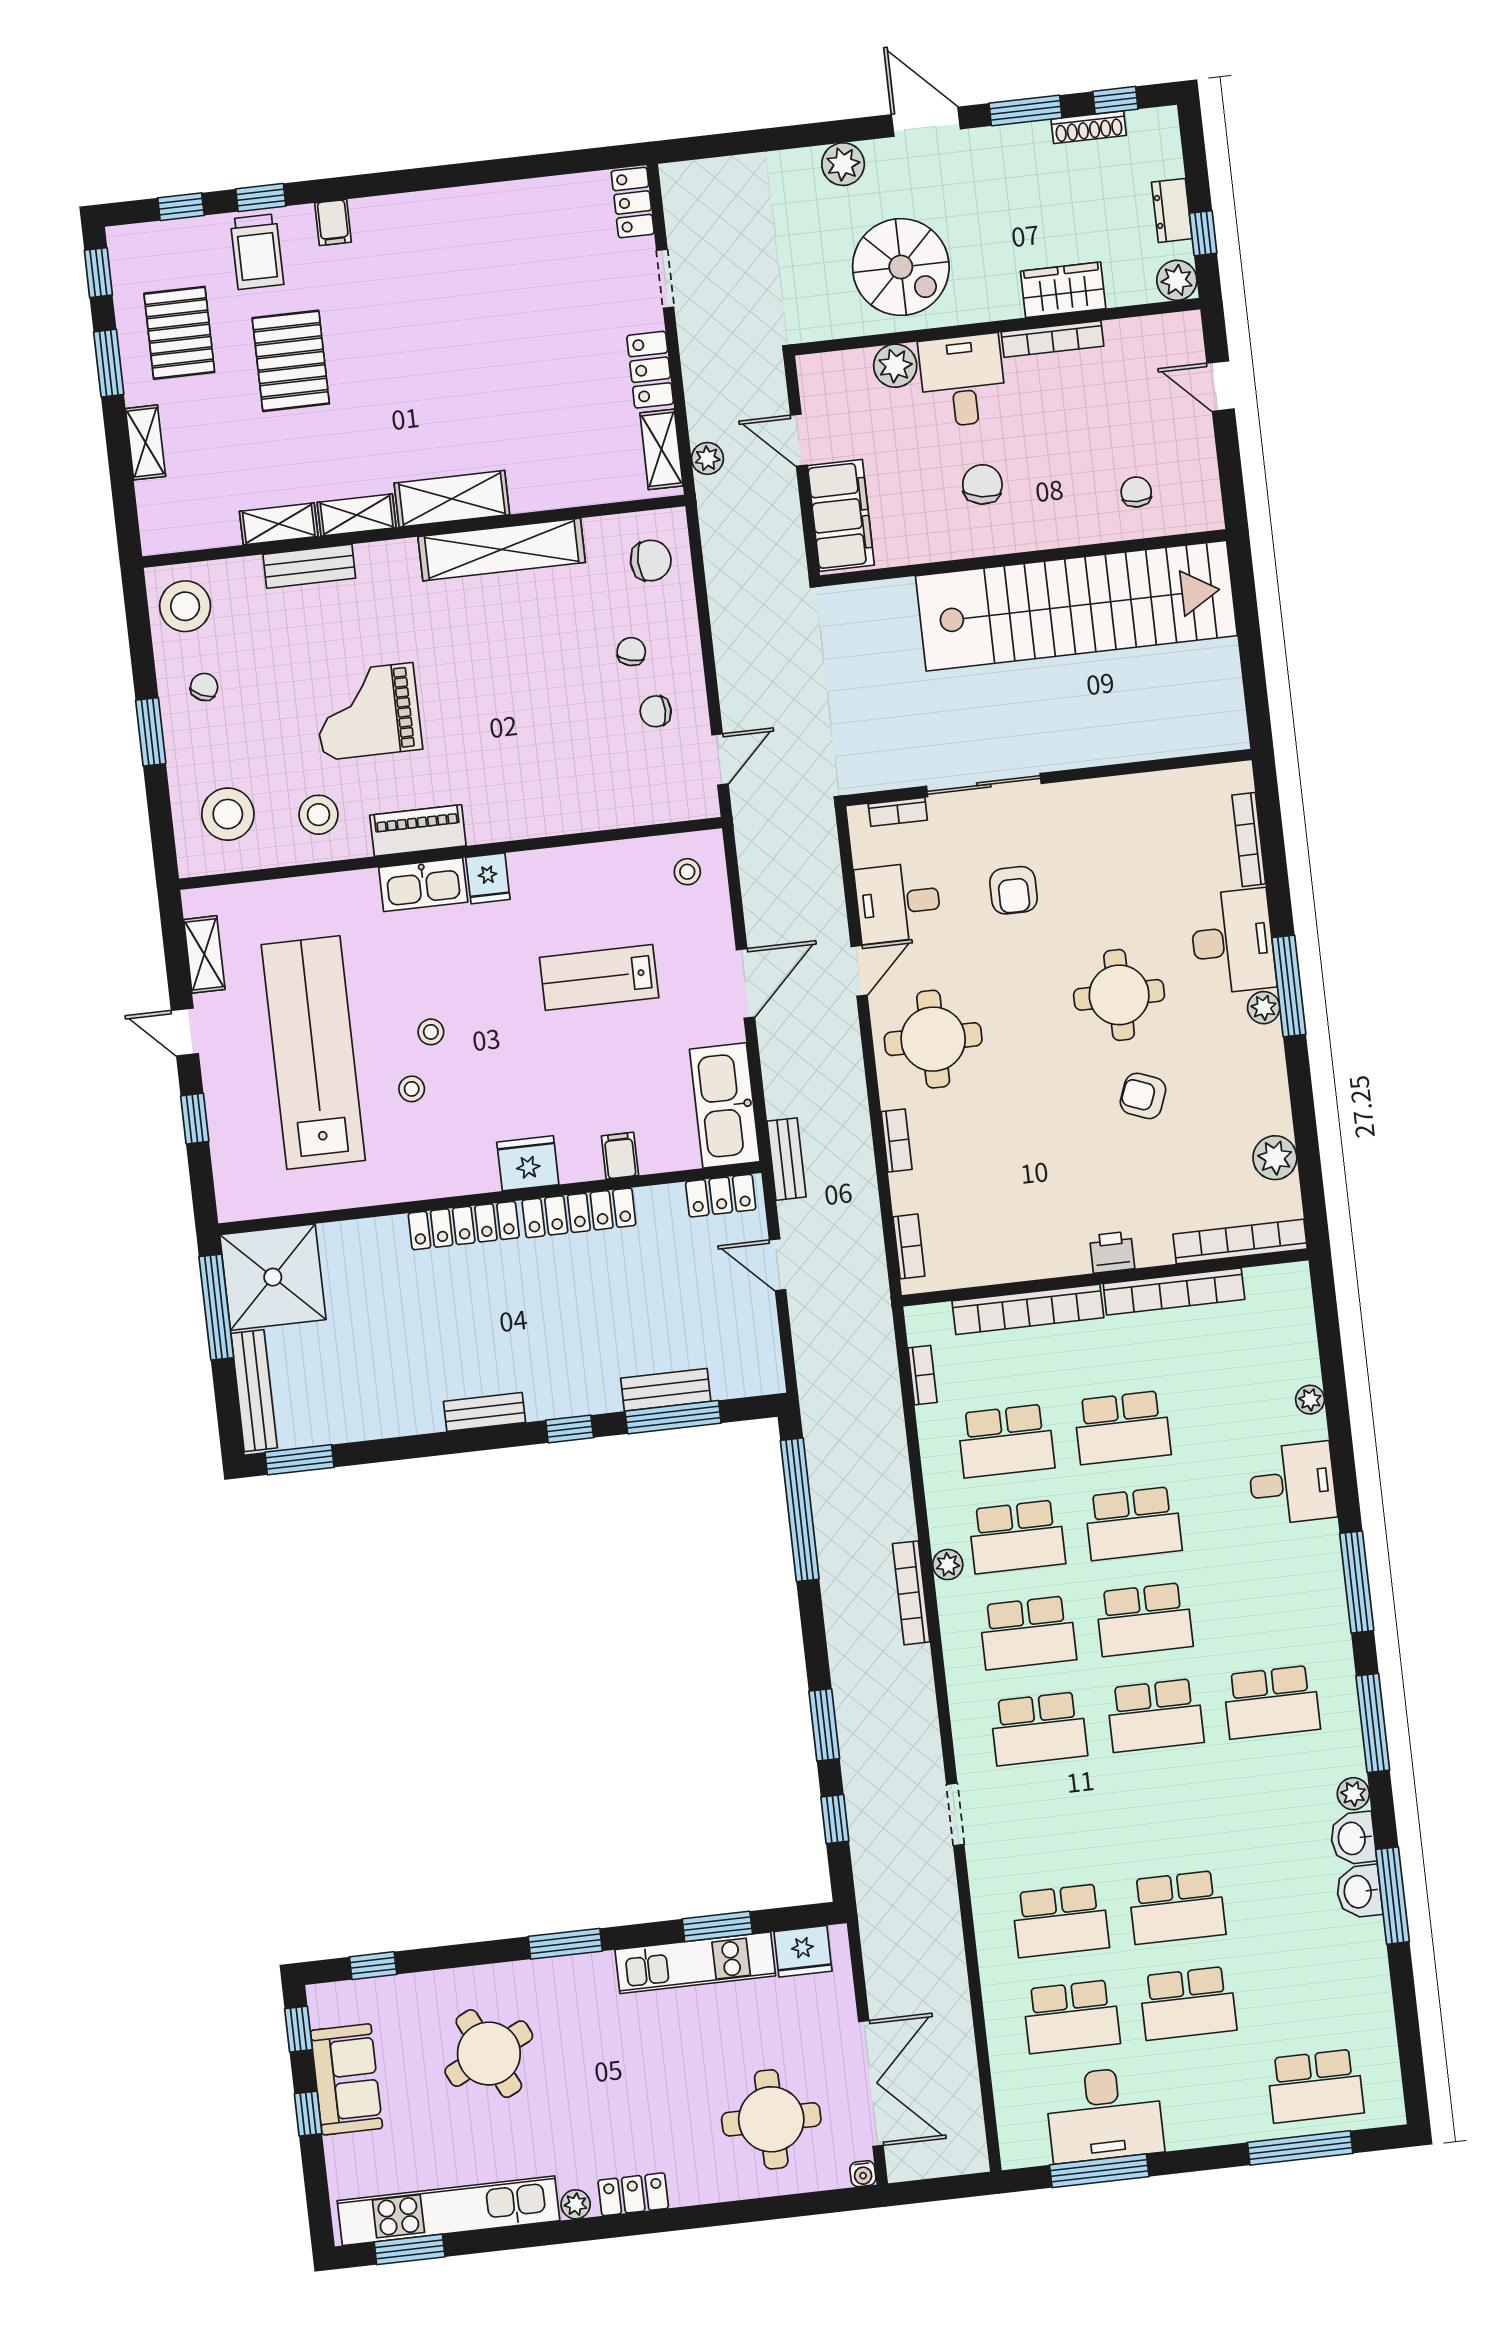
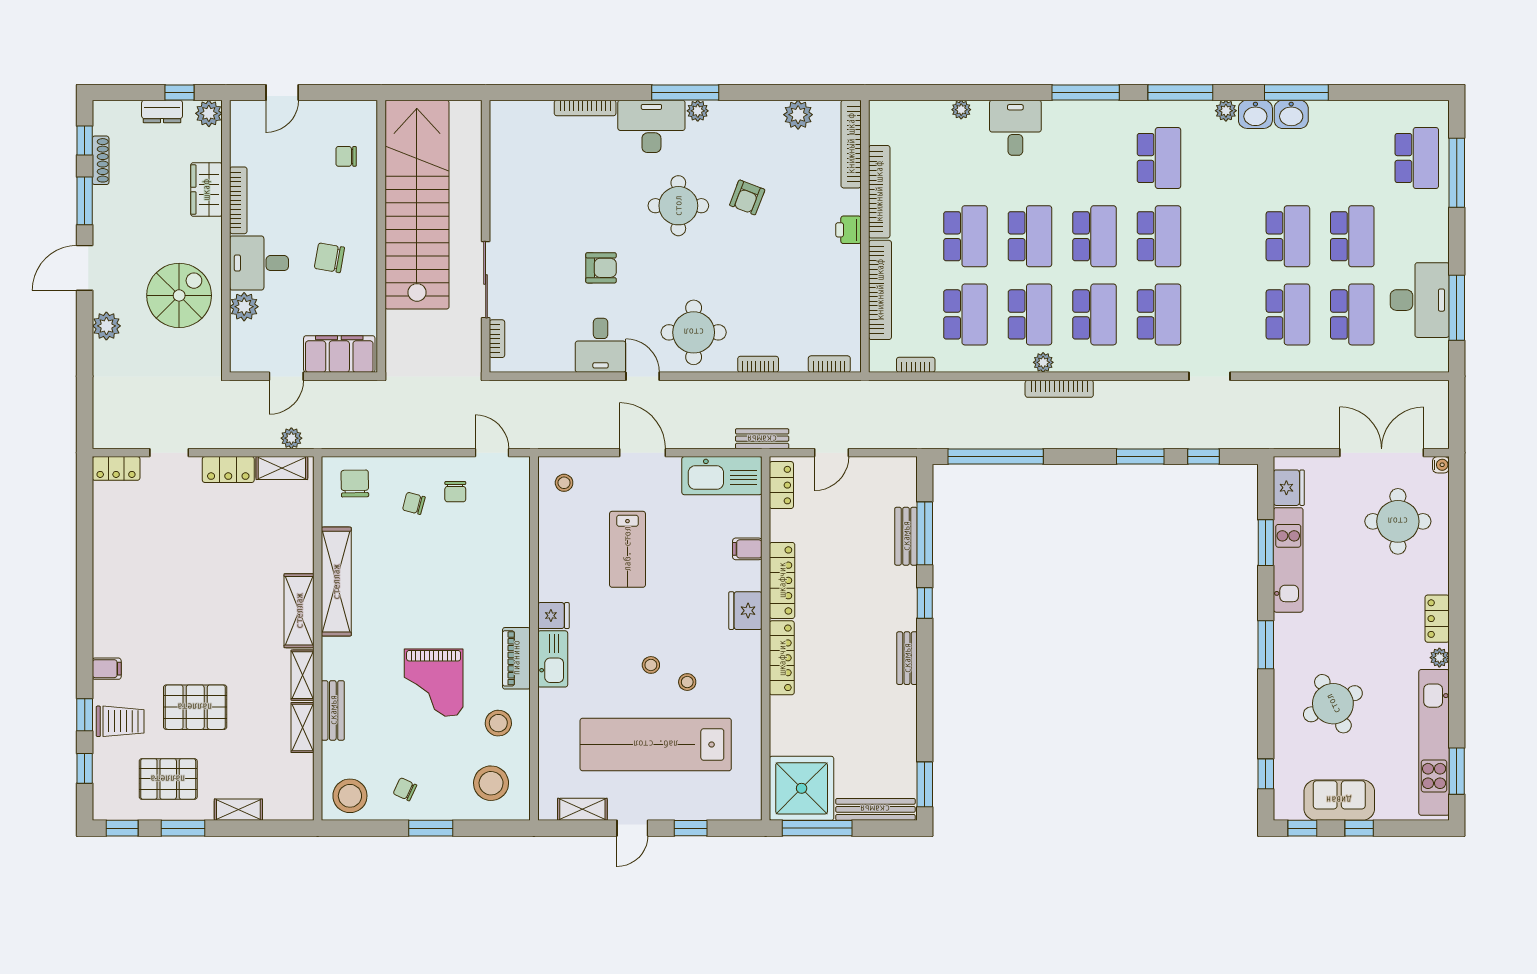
wall: (1048, 778) -> (486, 236), moved
sliding door: (984, 785) -> (486, 280), moved
bookcase: (898, 812) -> (497, 339), moved

